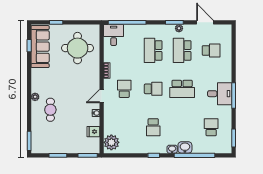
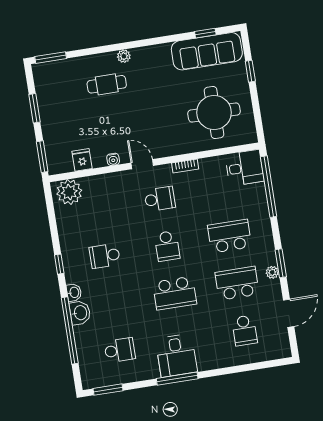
school desk: (182, 89) -> (175, 293), turned -90

